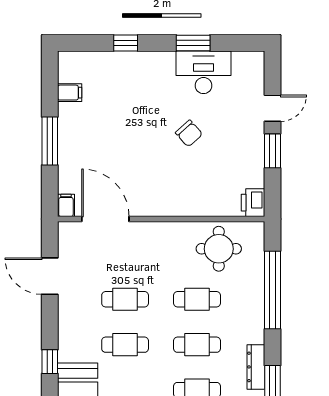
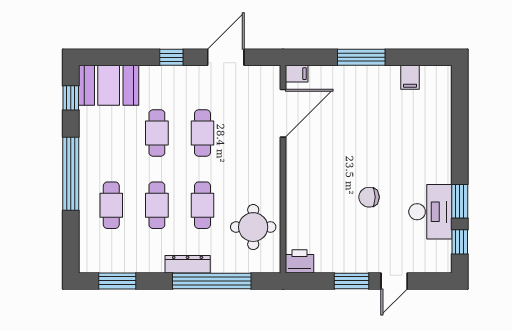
window: (126, 43) -> (460, 242), moved
door: (272, 108) -> (394, 281), hinge flipped
chair: (189, 133) -> (369, 197), turned 42
window: (50, 362) -> (171, 57), moved
dresser: (256, 367) -> (188, 264), moved

